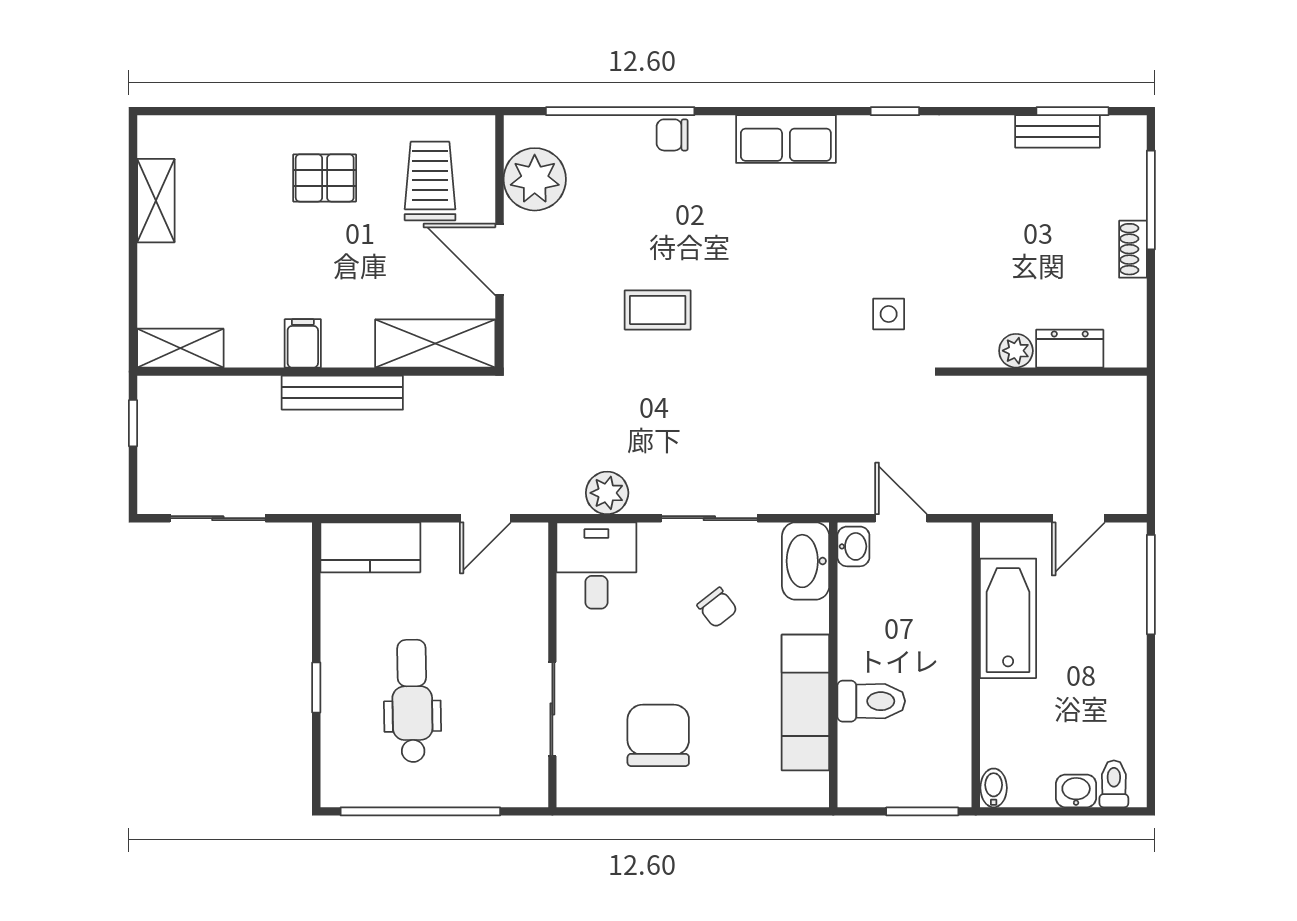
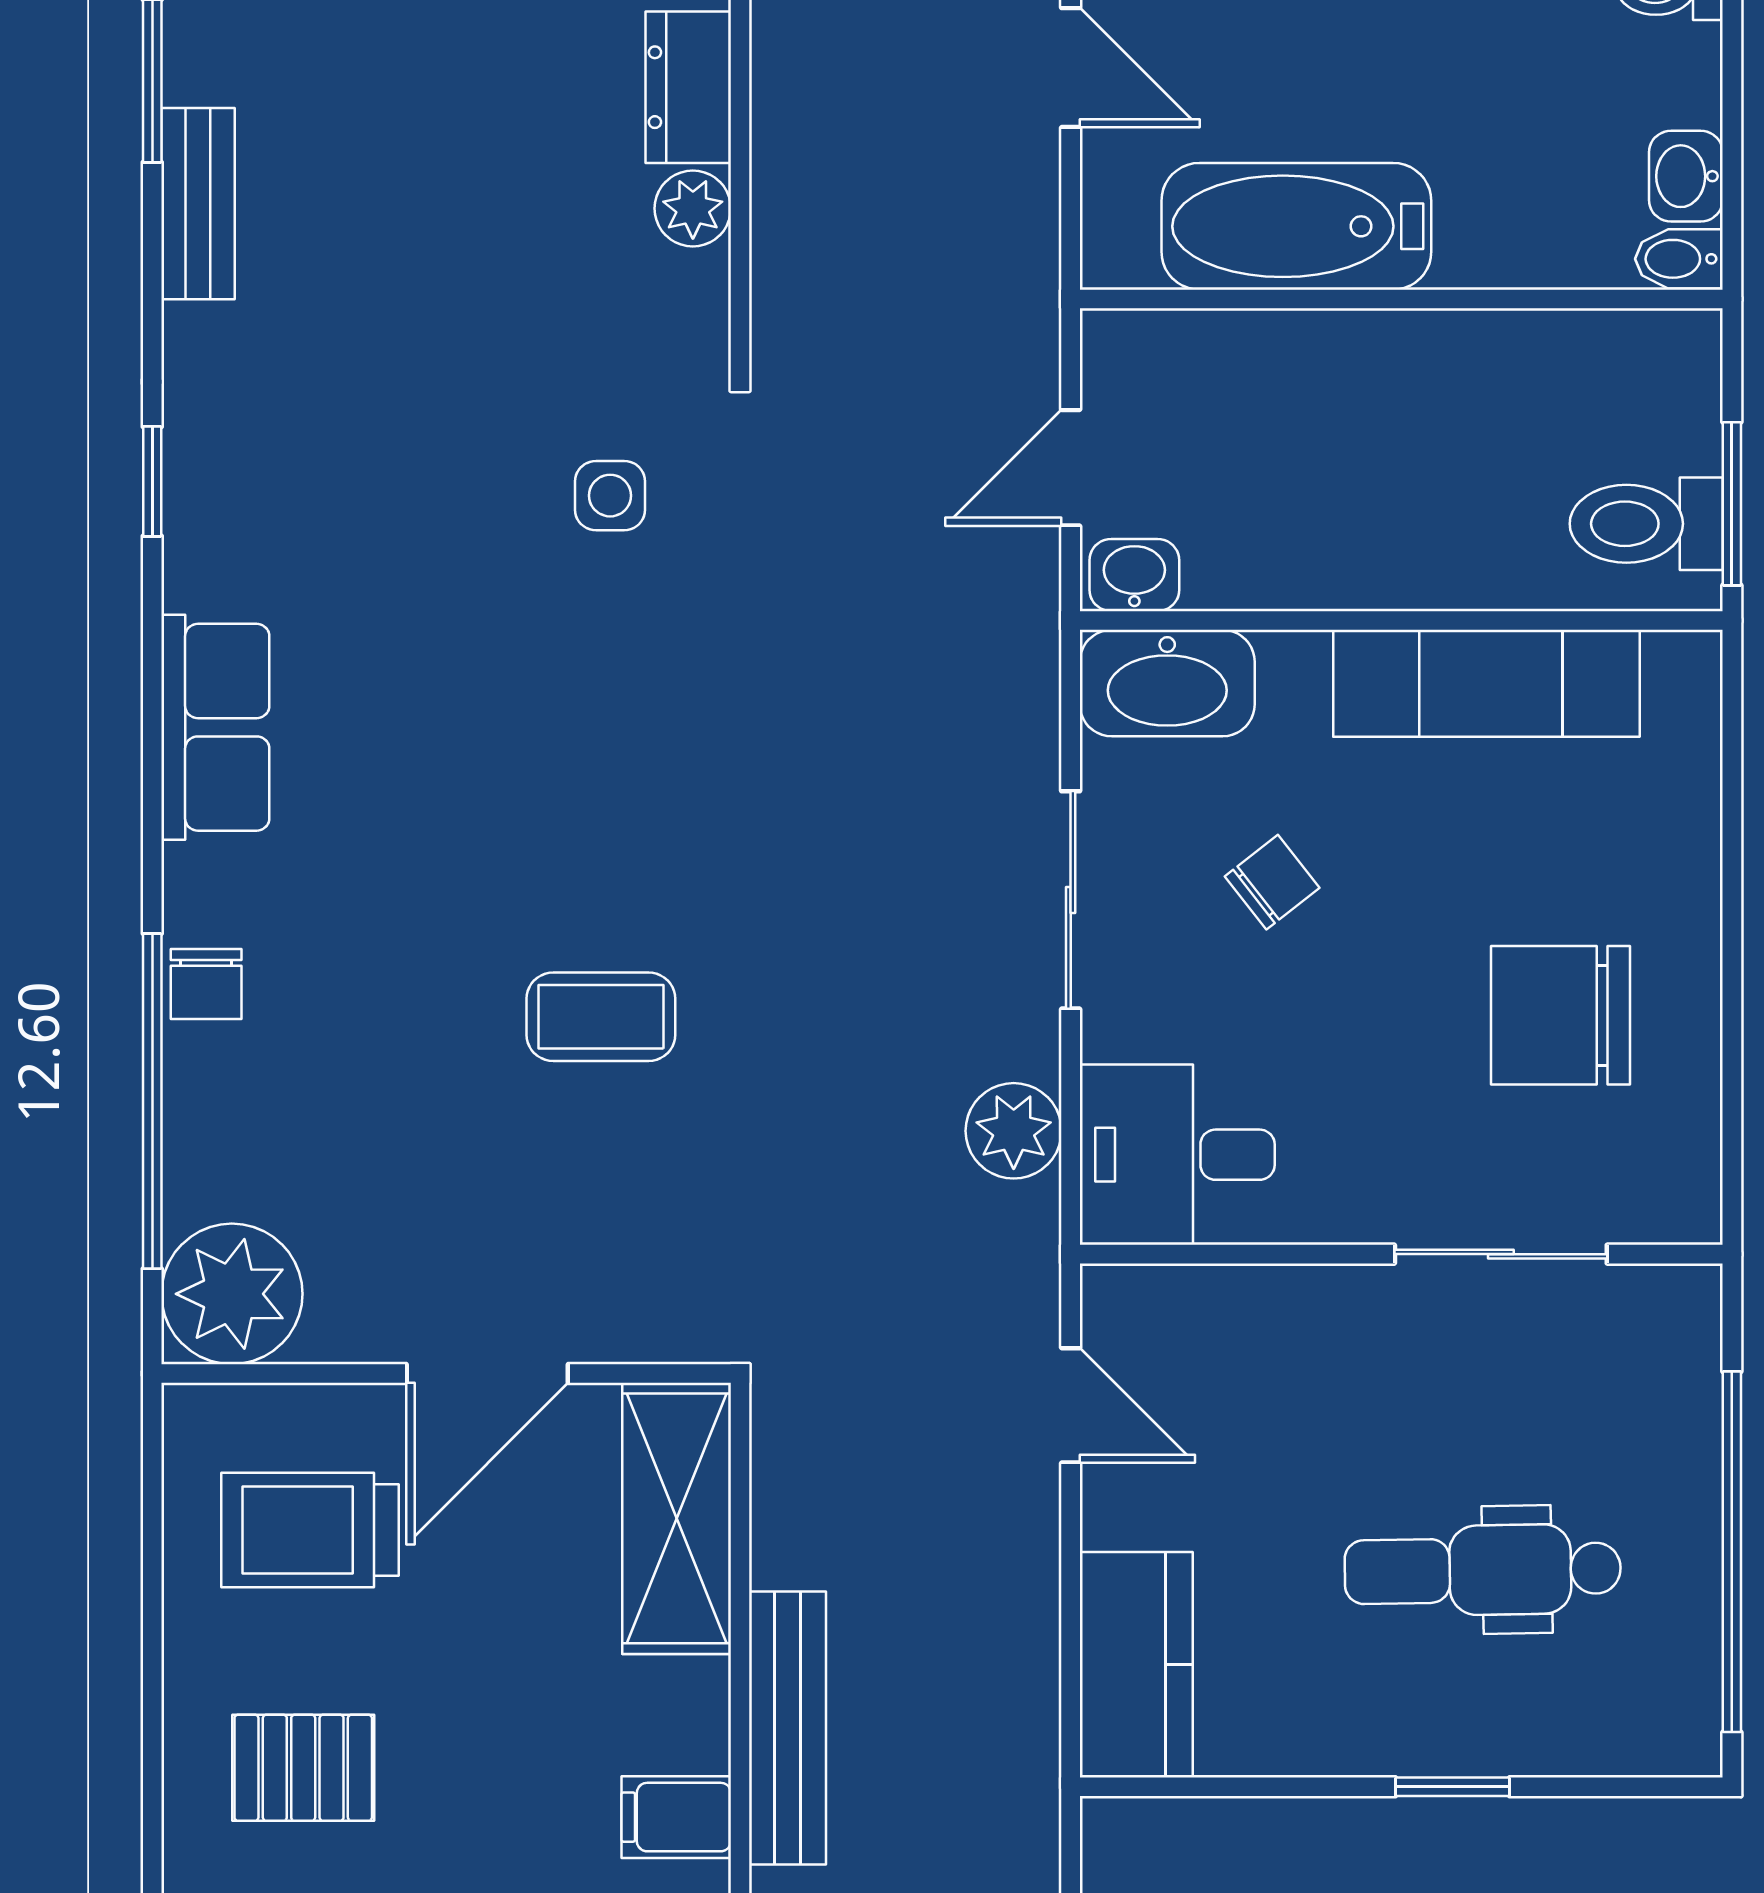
bench: (1058, 131) -> (198, 204), moved
pallet: (325, 178) -> (303, 1768), turned 90
plant: (535, 179) -> (232, 1294), moved
coffee table: (658, 310) -> (601, 1017), turned 90
toilet: (871, 701) -> (1646, 524), moved, turned -90
washbasin: (1076, 791) -> (1686, 176), moved
window: (922, 811) -> (1732, 504), moved

